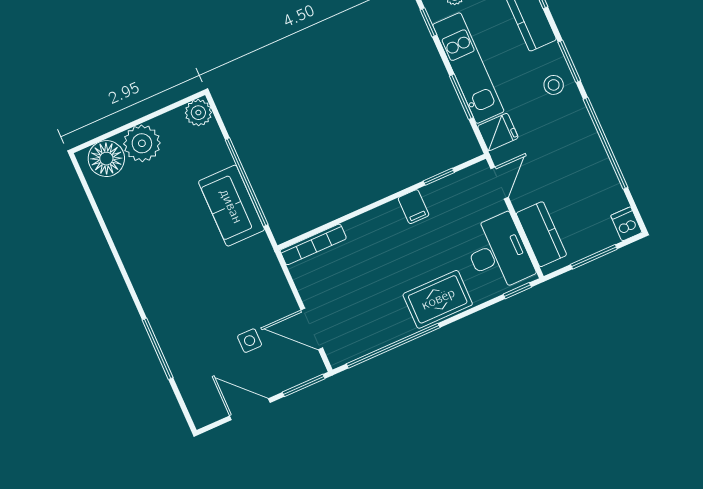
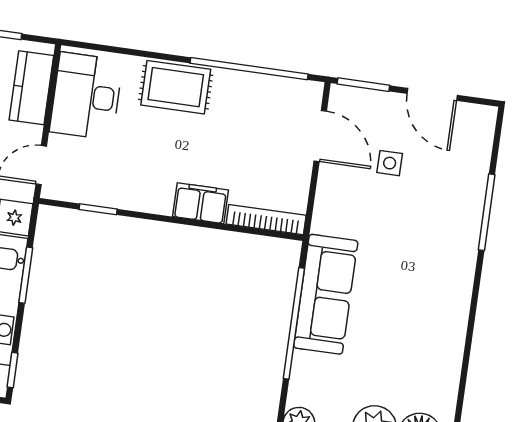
sofa: (231, 206) -> (326, 294), width x1.36
filing cabinet: (414, 207) -> (201, 203), moved, width x2.00
window: (517, 291) -> (91, 46), removed

